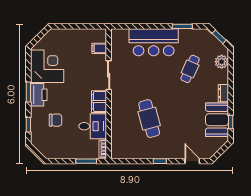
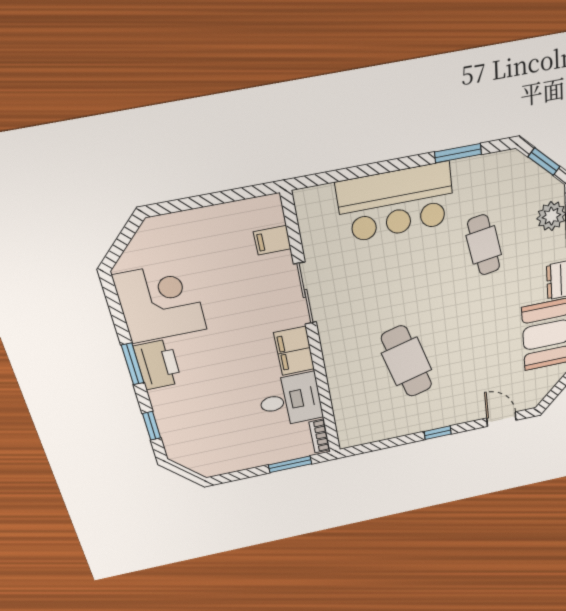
cafe table: (190, 69) -> (484, 245), turned -33
chair: (55, 120) -> (208, 405), removed

